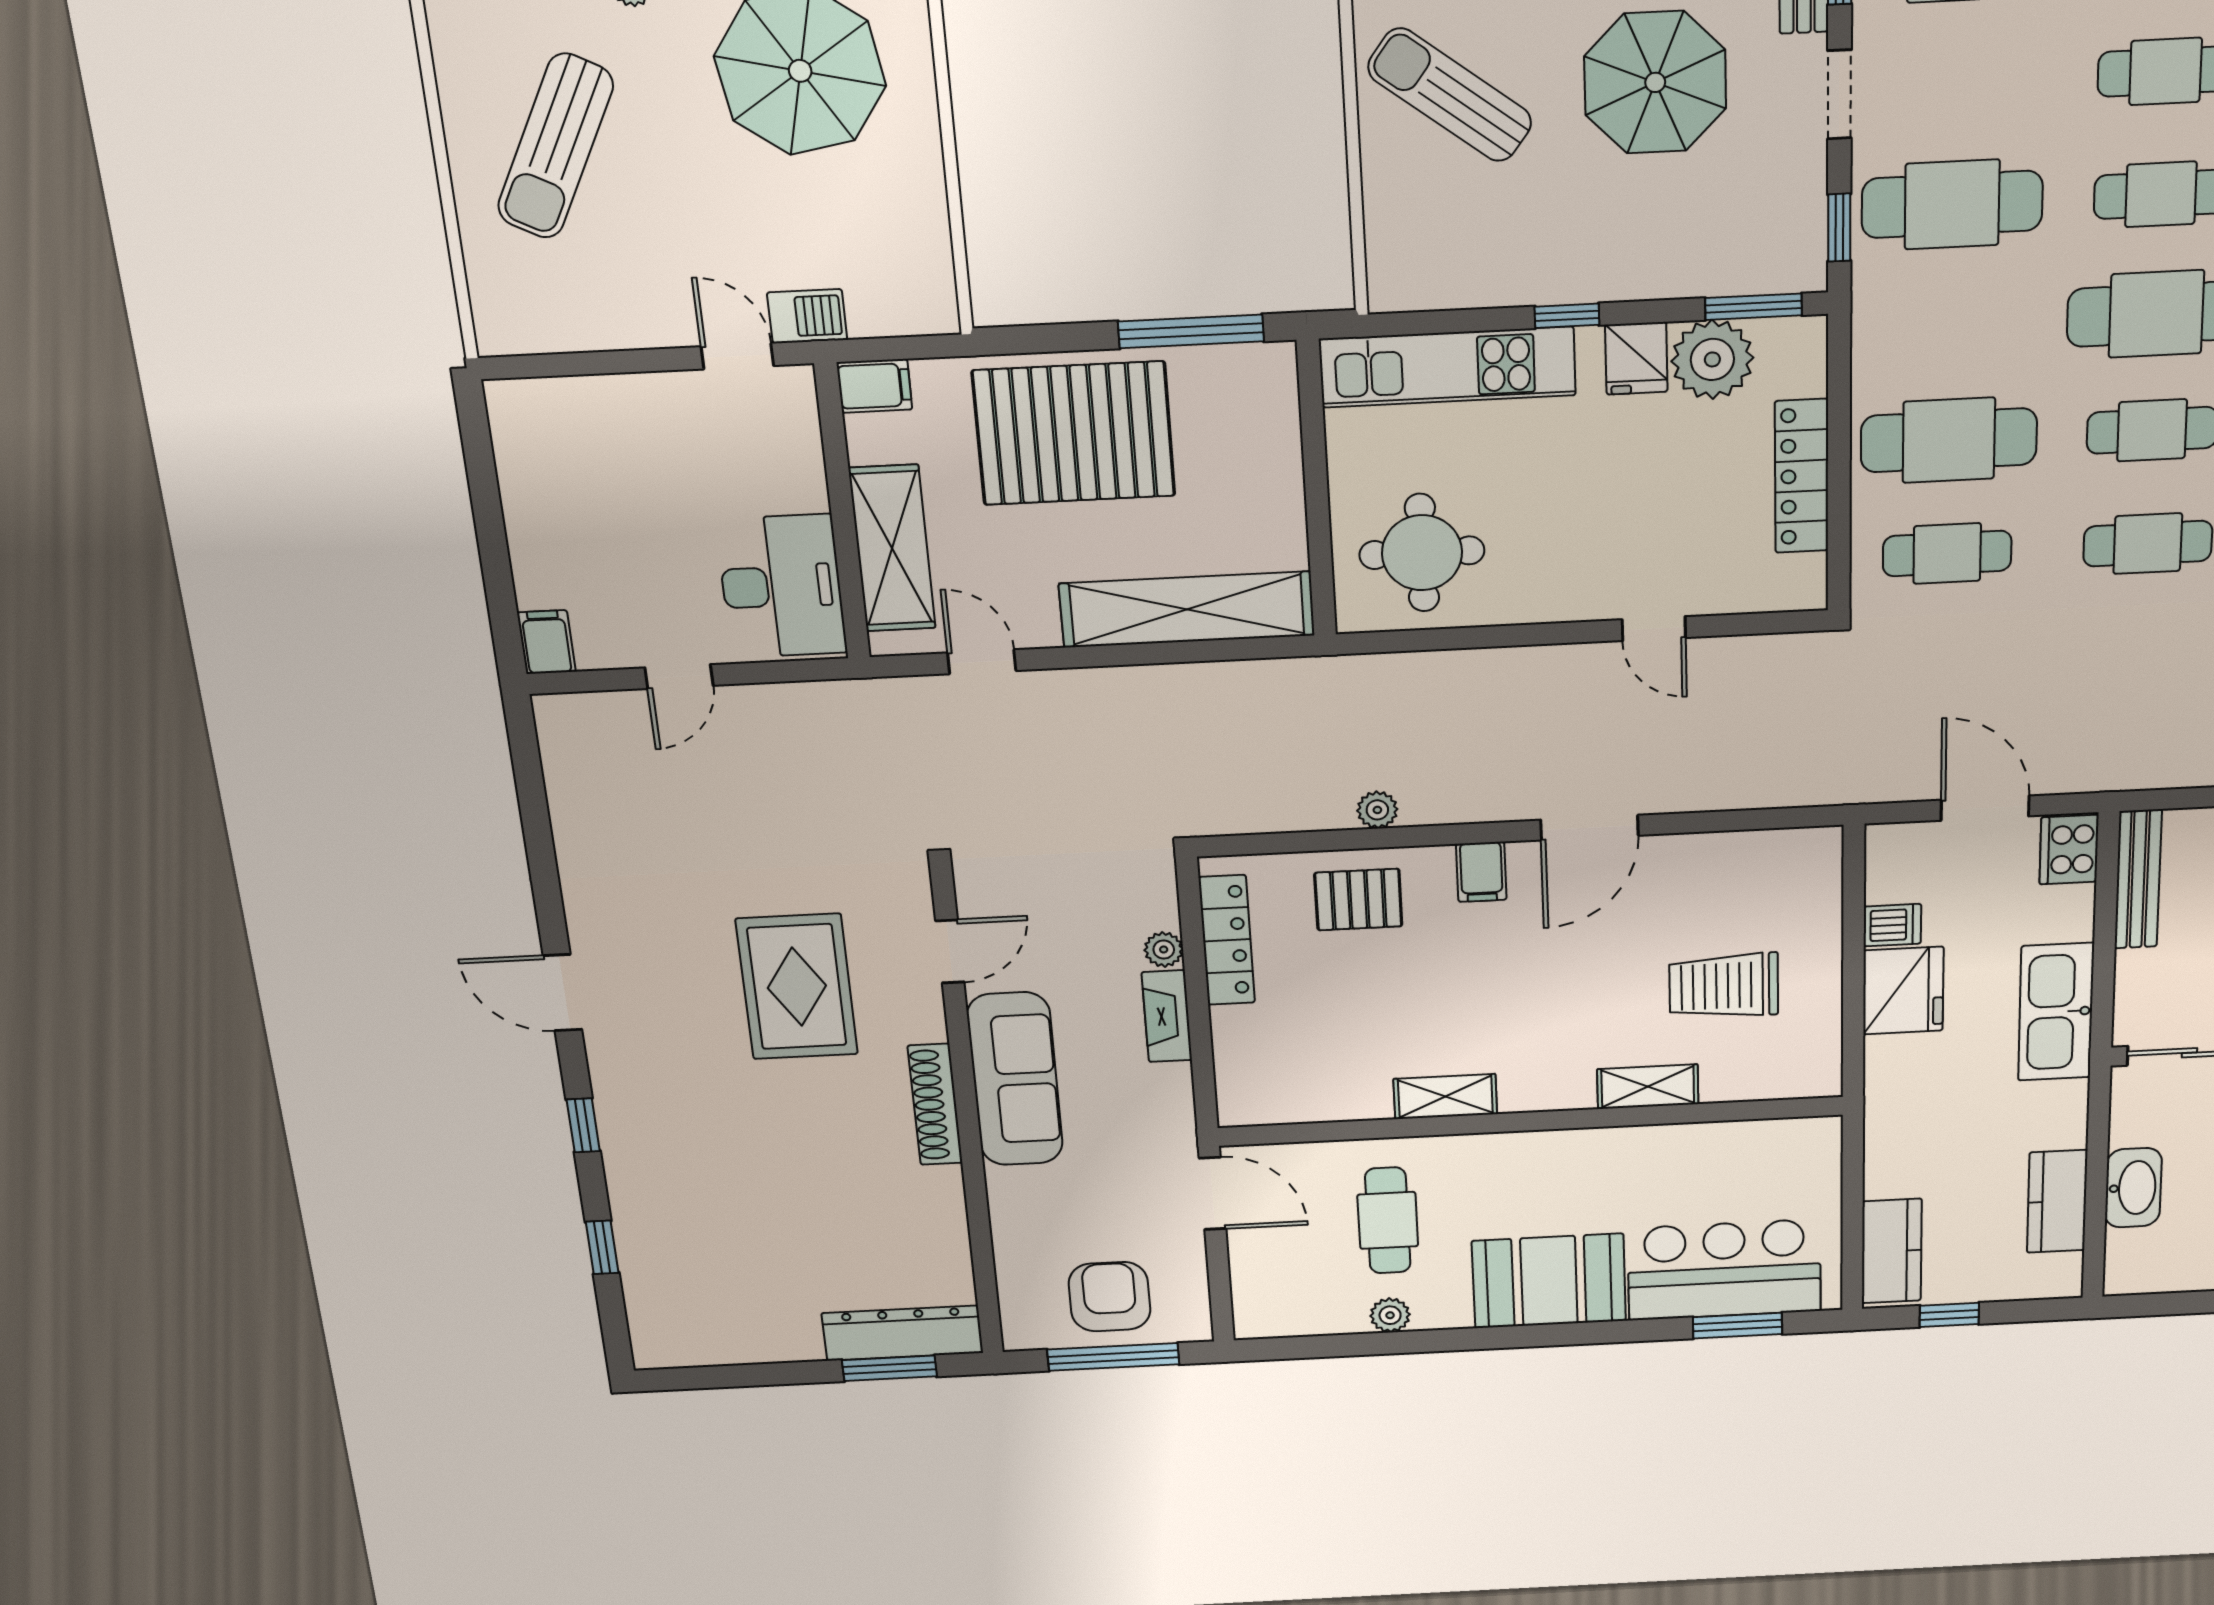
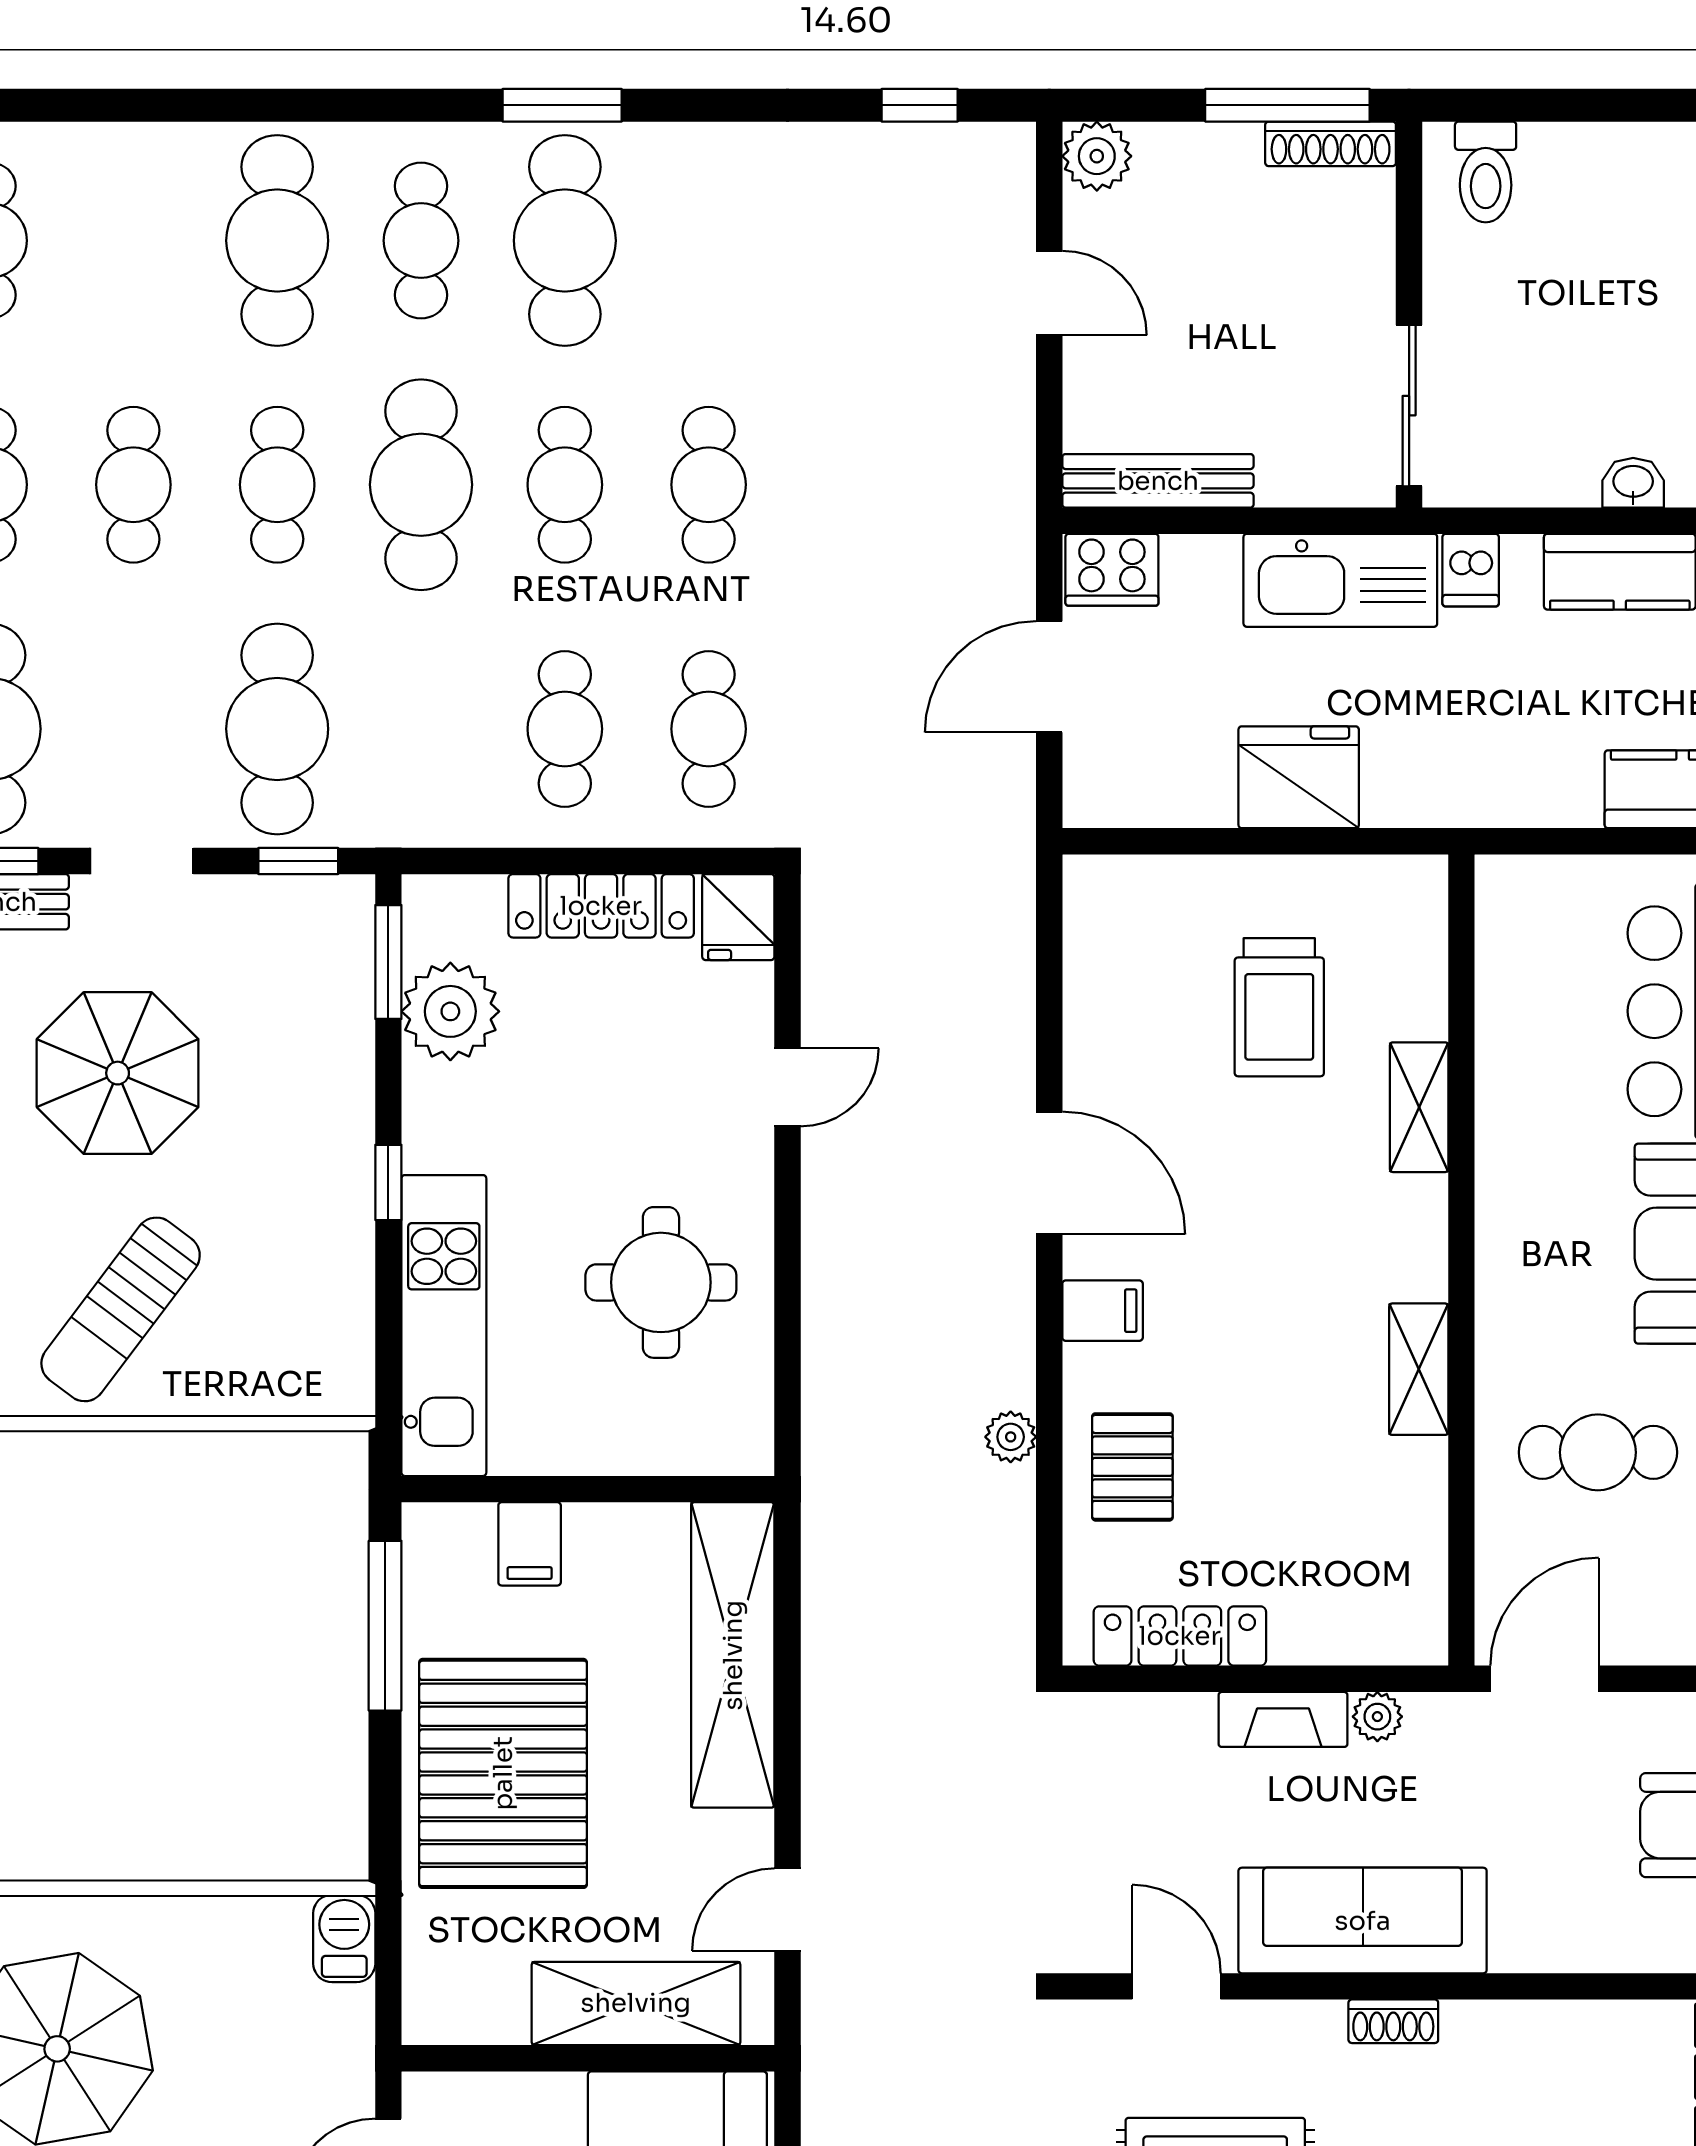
barbecue: (807, 316) -> (344, 1938), moved
fridge: (1636, 358) -> (738, 917), moved, turned 90
filing cabinet: (874, 386) -> (530, 1544), moved, turned 180
cafe table: (1949, 440) -> (565, 729), width x0.73, depth x0.74
round table: (1422, 553) -> (661, 1282), moved
dishwasher: (1892, 925) -> (1471, 570), moved, turned 180
plant: (1164, 950) -> (1377, 1717), moved
shoe rack: (935, 1105) -> (1393, 2021), width x0.51, depth x0.81
washbasin: (2133, 1188) -> (1633, 483), width x0.52, depth x0.69

